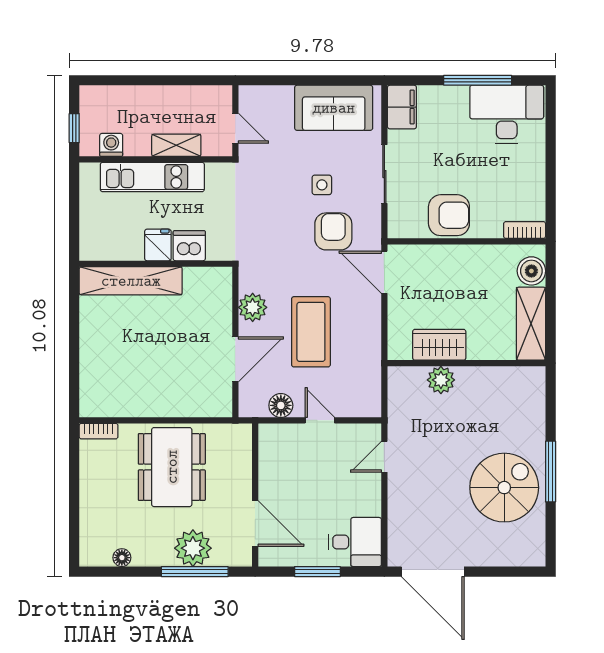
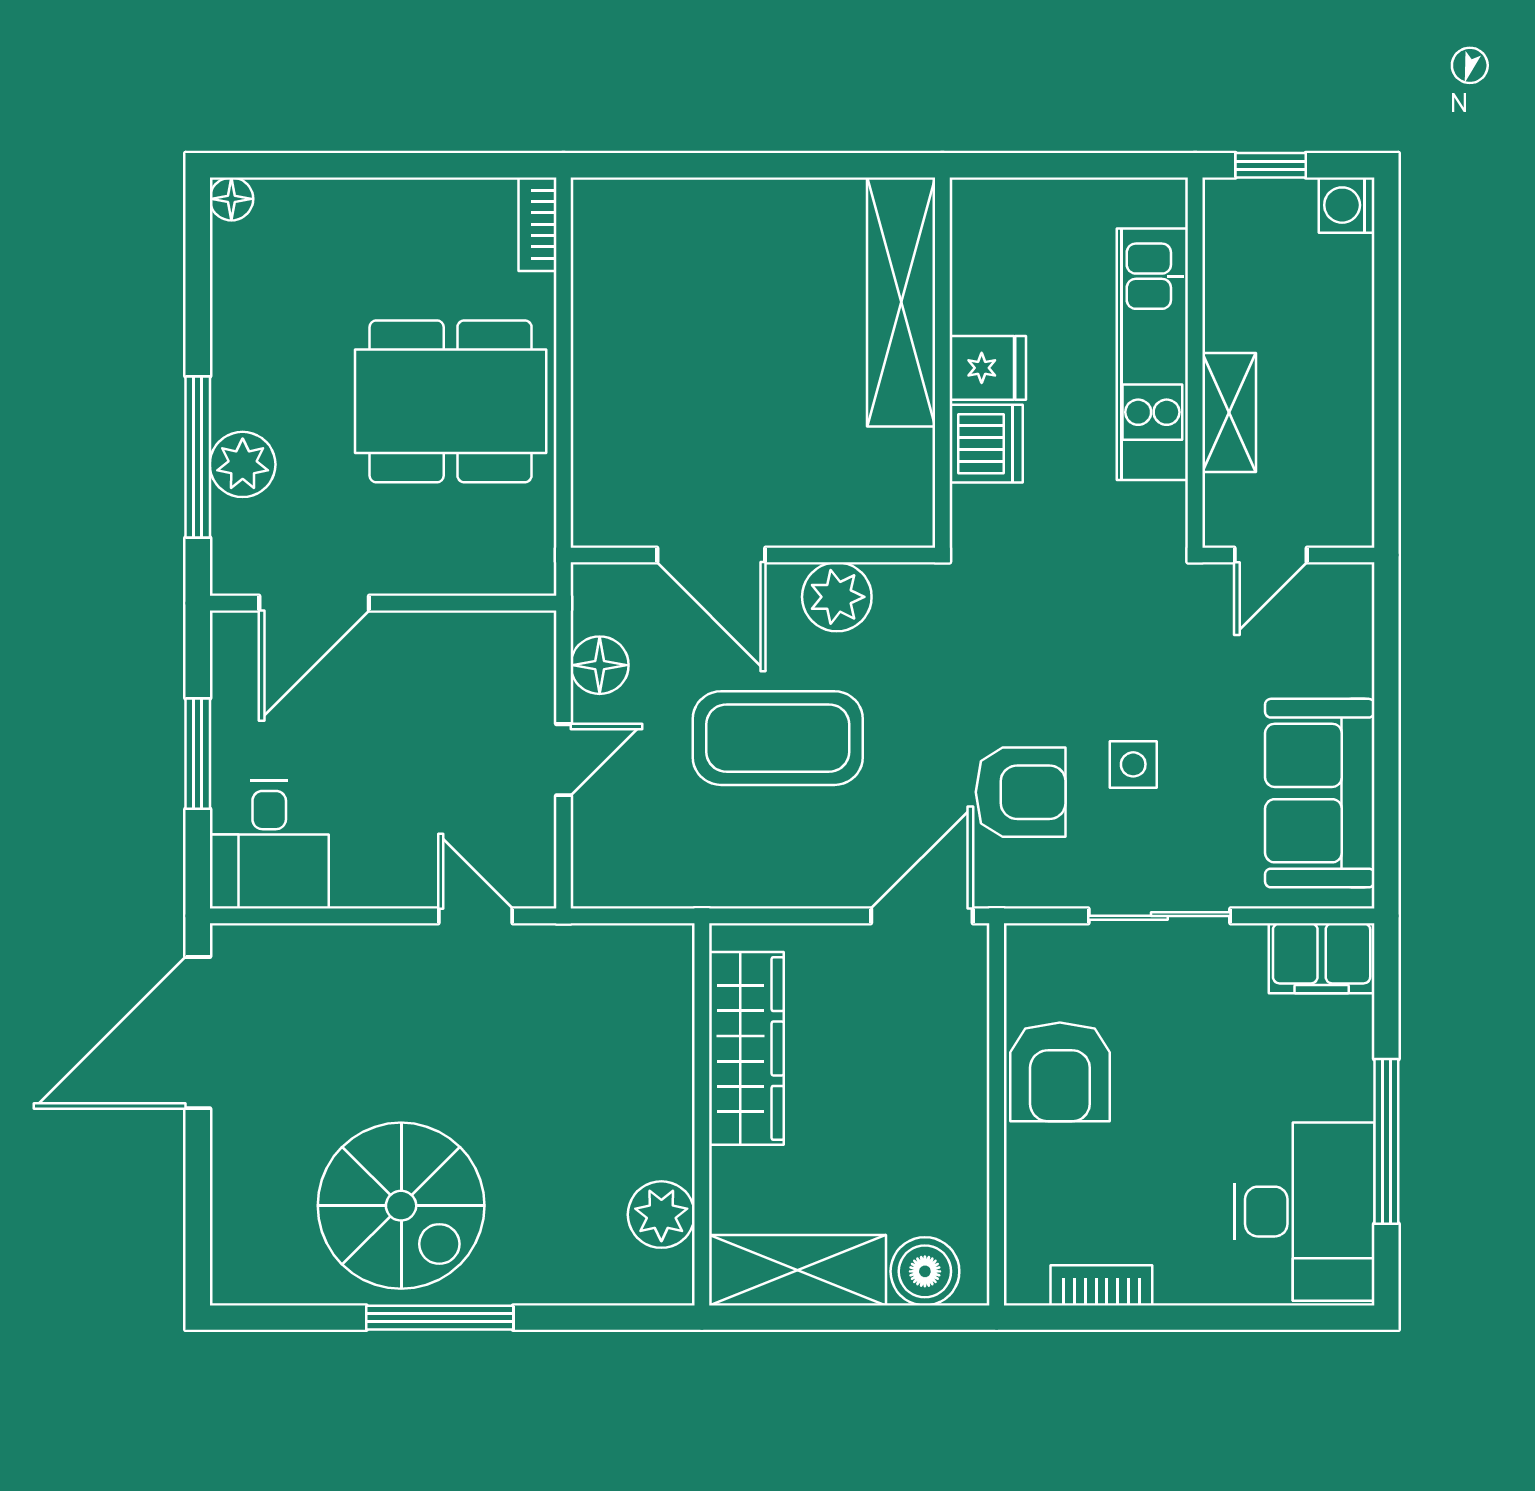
washing machine: (111, 145) -> (1347, 205), moved, turned 180
bookcase: (525, 230) -> (1101, 1285), moved, turned -90
wardrobe: (439, 345) -> (746, 1048), width x1.50
plant: (441, 380) -> (661, 1215), moved
plant: (193, 548) -> (243, 464), width x0.73, depth x0.73
floor lamp: (122, 558) -> (231, 199), moved

